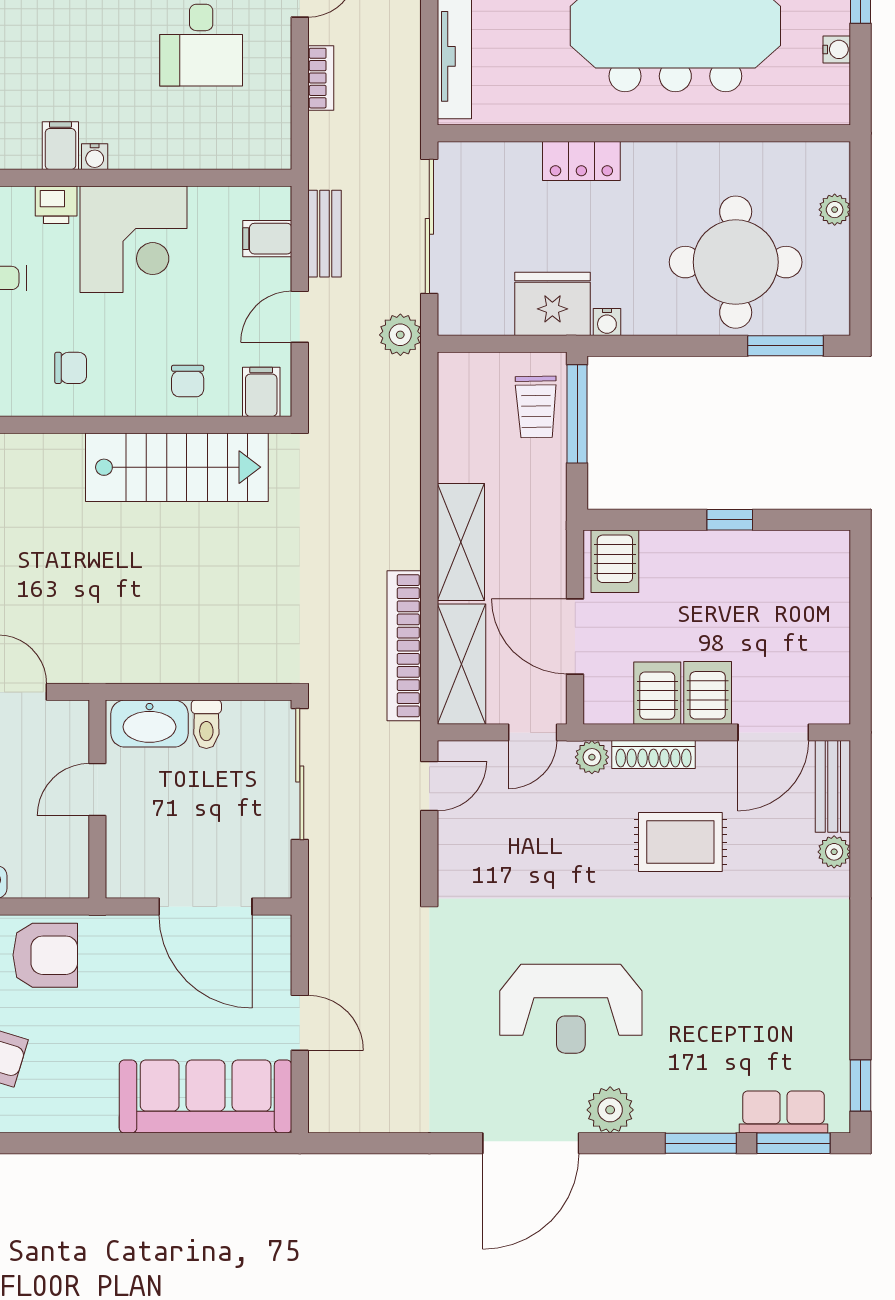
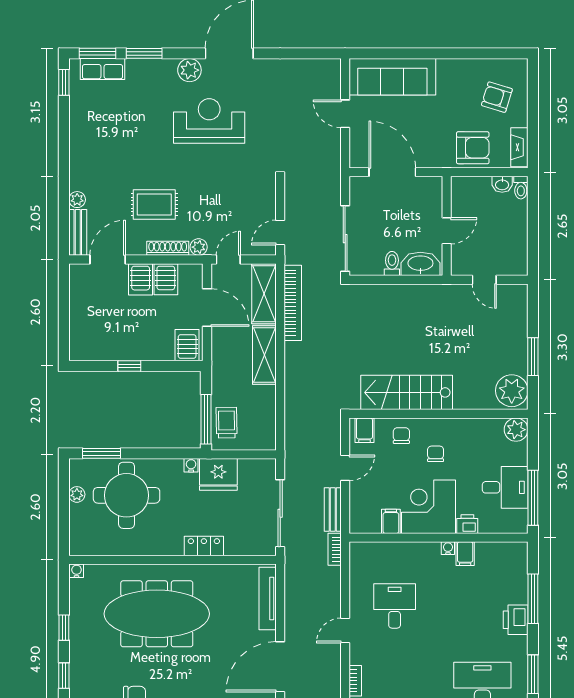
water cooler: (837, 49) -> (77, 571), moved, turned 90
bookcase: (321, 78) -> (335, 549), moved
plant: (835, 210) -> (77, 494), moved
filing cabinet: (267, 239) -> (391, 521), moved, turned -90
plant: (400, 335) -> (295, 459), removed
chair: (71, 368) -> (436, 454), moved, turned 90
armchair: (45, 955) -> (473, 148), turned 180

